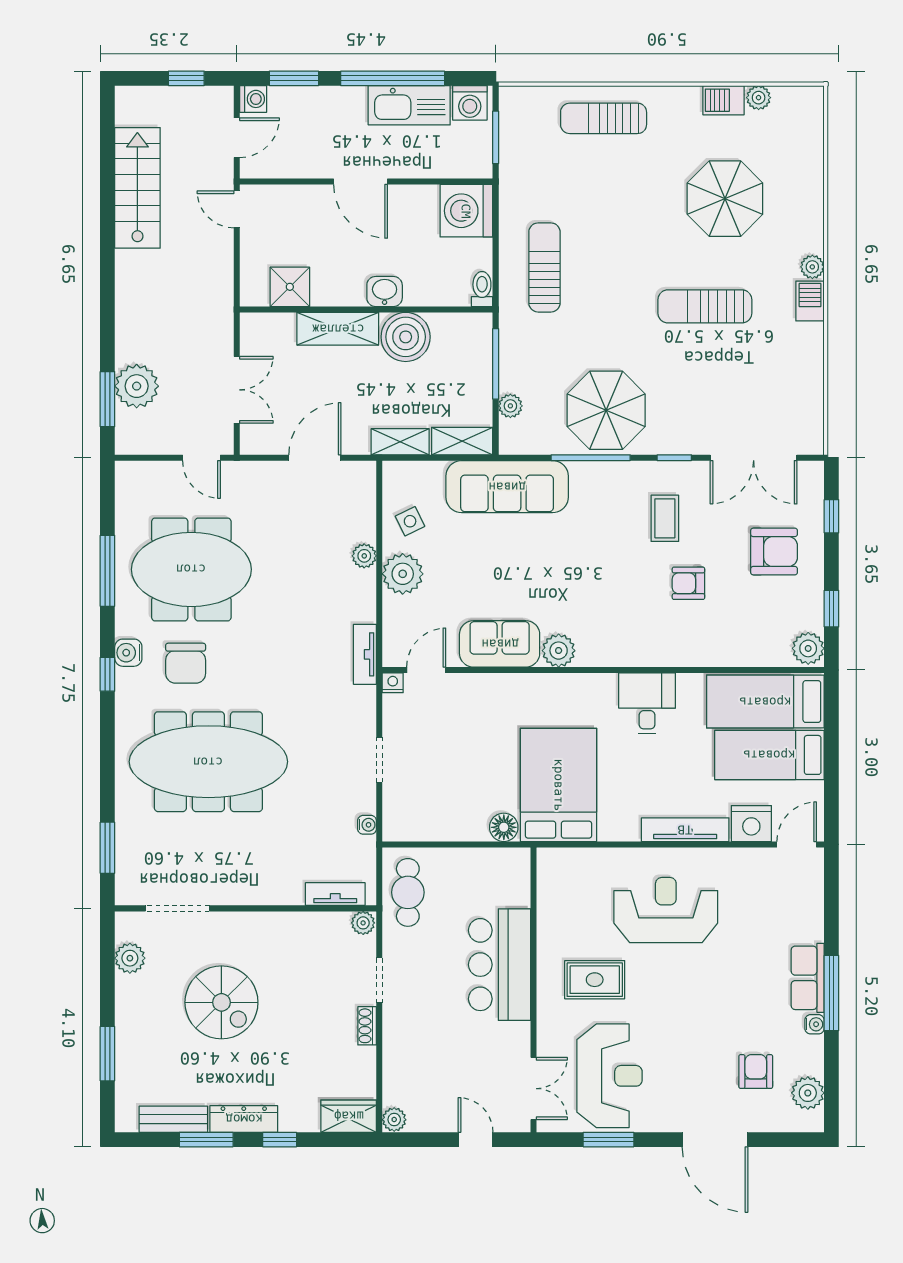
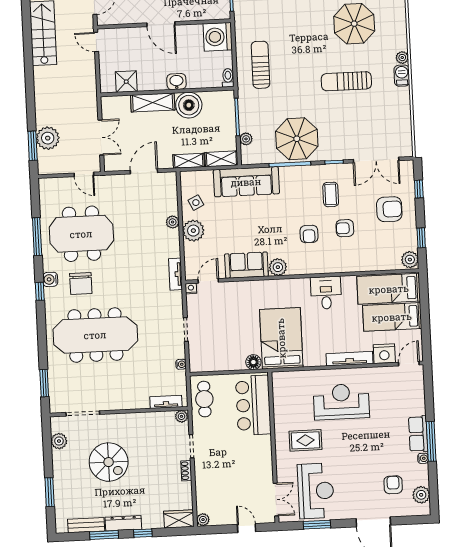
armchair: (620, 591) -> (309, 234), added
bar counter: (499, 965) -> (253, 405), moved

